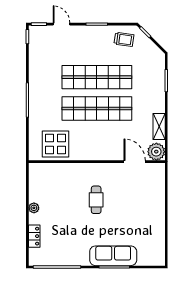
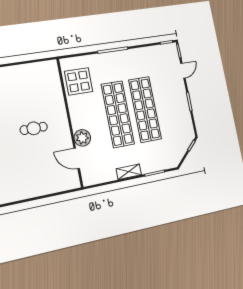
trolley: (124, 39) -> (182, 128), removed
shelving: (159, 127) -> (129, 172), moved
plant: (156, 152) -> (82, 138), moved
door: (135, 162) -> (77, 158), swing flipped
plant: (34, 208) -> (15, 70), removed

